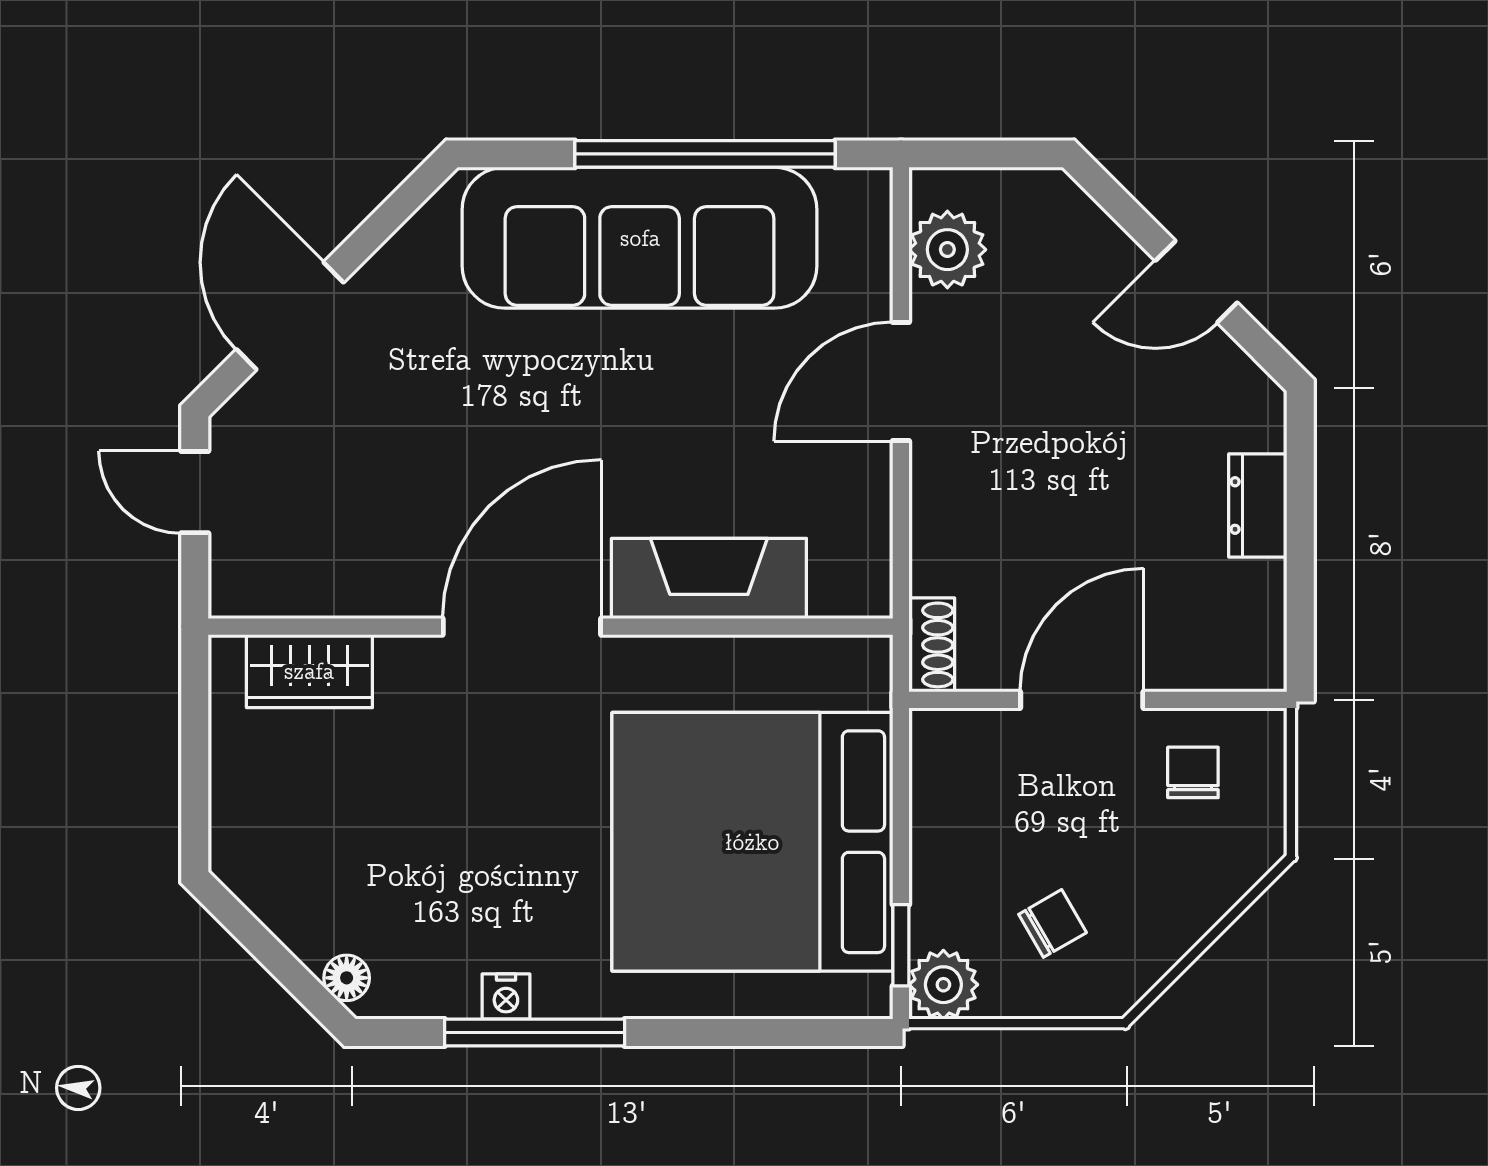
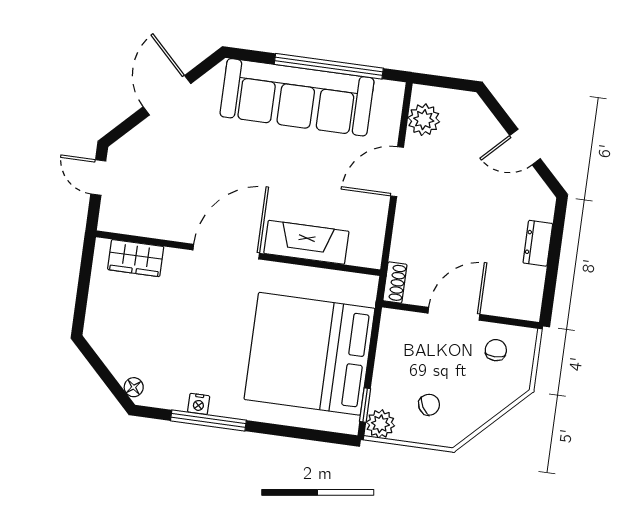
door: (290, 316) -> (167, 95), moved

